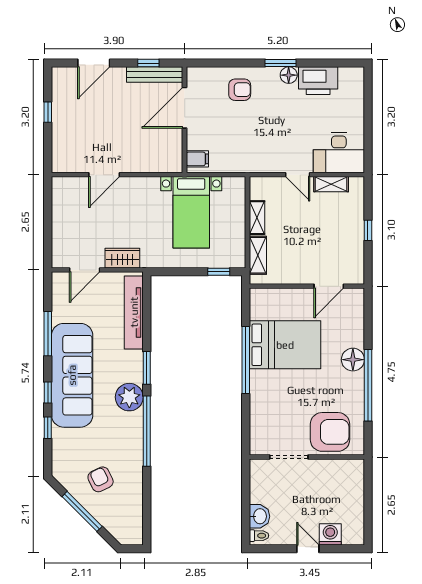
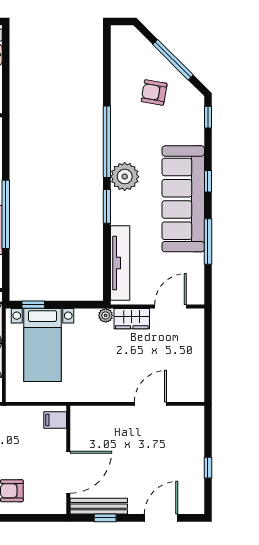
bed with nightstands: (191, 212) -> (43, 345), moved, turned 180
plant: (148, 261) -> (106, 315), added
window: (48, 428) -> (208, 117), moved
armchair: (101, 479) -> (154, 92), turned 126

